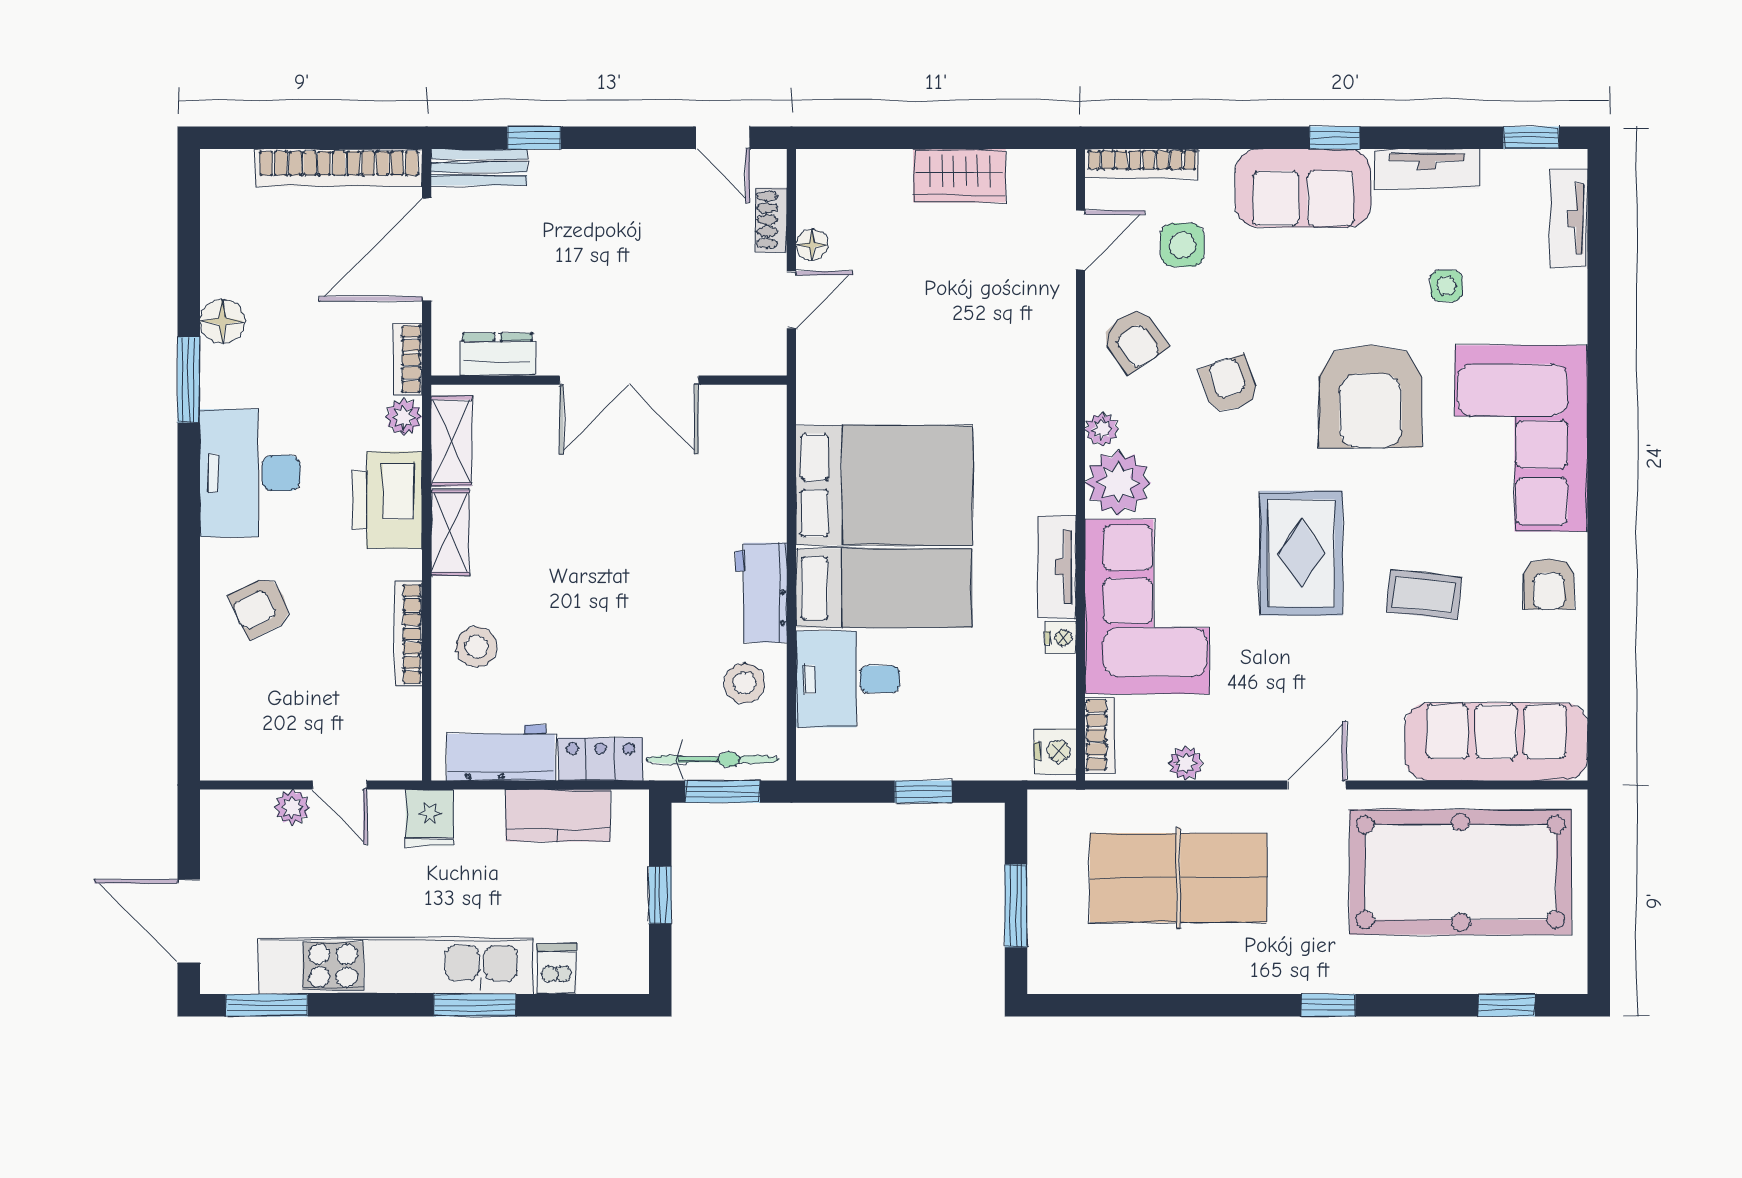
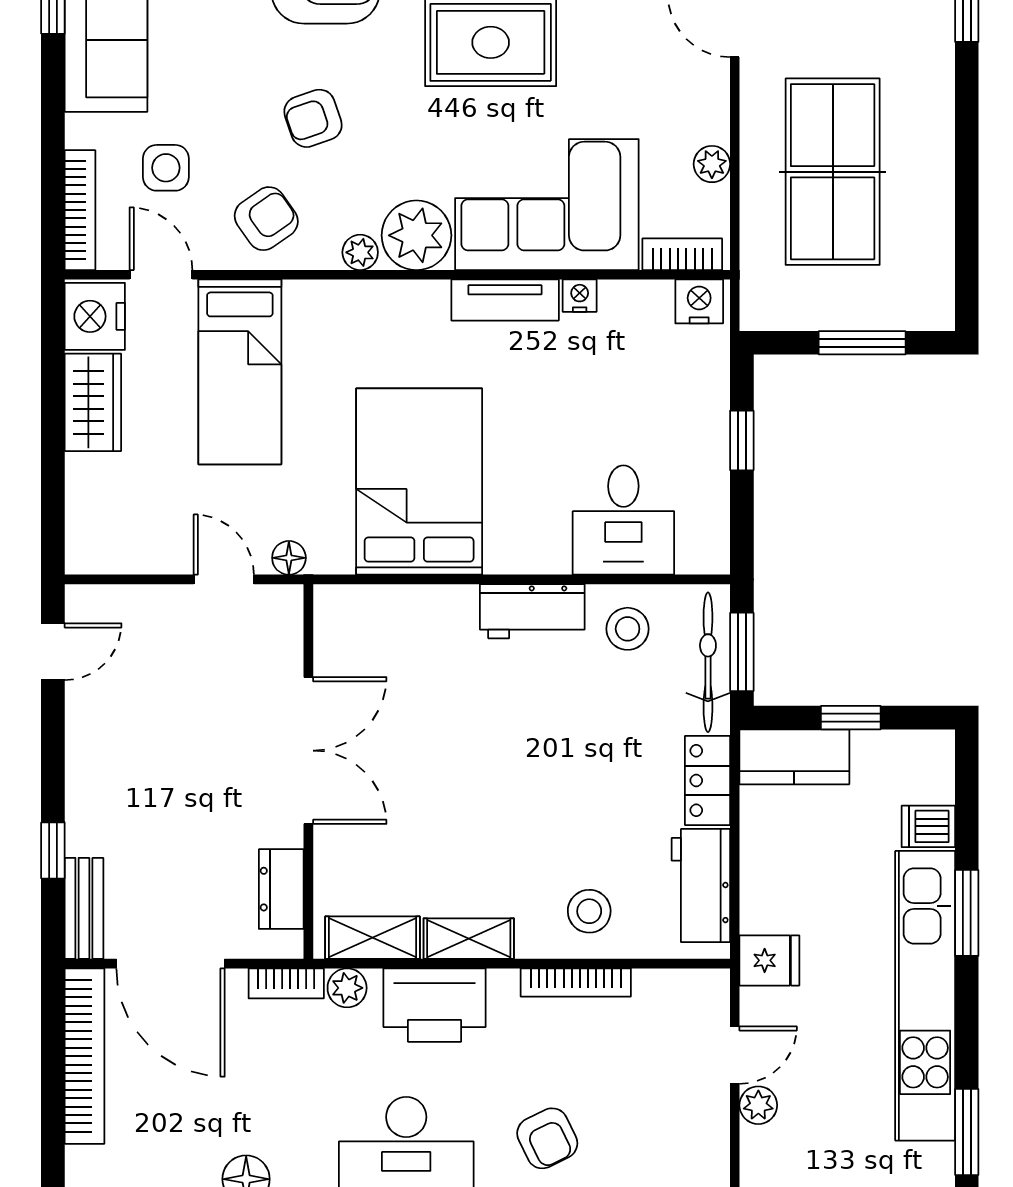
nightstand: (1041, 177) -> (95, 316), added
shoe rack: (771, 220) -> (139, 601), removed
floor lamp: (812, 245) -> (289, 558), moved
bed: (884, 588) -> (240, 372), moved, turned 180
kitchen counter: (558, 815) -> (794, 757), moved, turned 90

